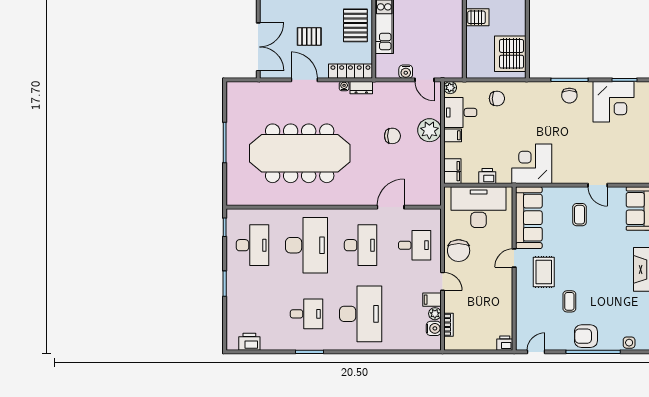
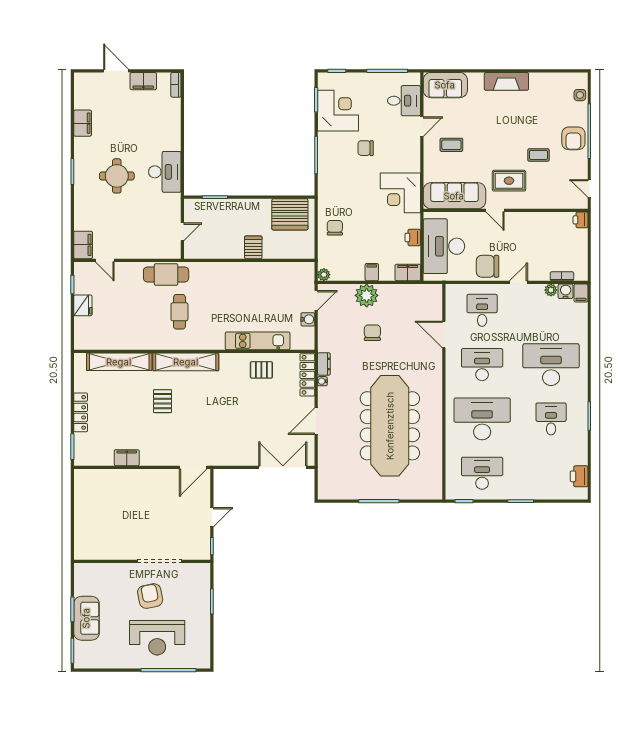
pallet: (355, 25) -> (261, 370), width x0.67, depth x0.71
pallet: (309, 36) -> (272, 416), removed
chair: (569, 96) -> (366, 148), moved, turned 180
desk: (460, 112) -> (404, 101), moved, turned -90
chair: (459, 251) -> (488, 266), turned 180
filing cabinet: (432, 300) -> (581, 293), moved

